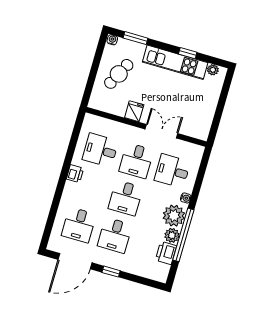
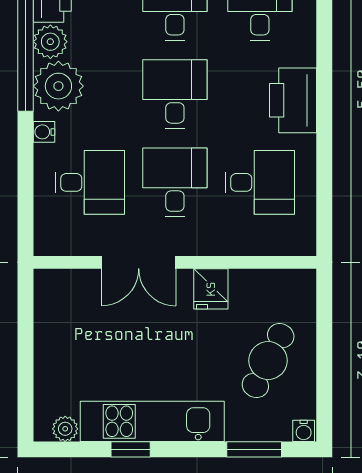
printer: (75, 174) -> (293, 100), width x1.87, depth x1.48

